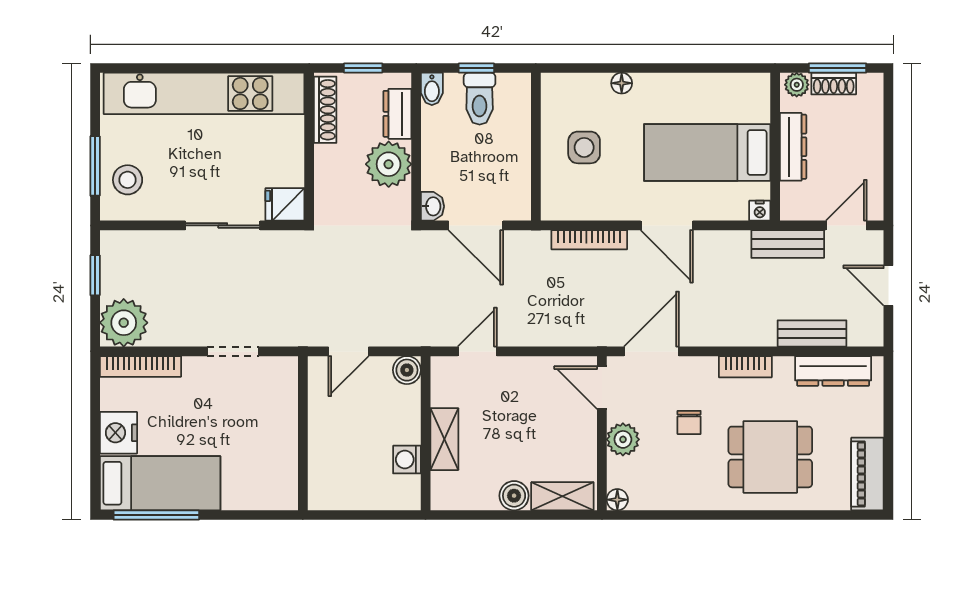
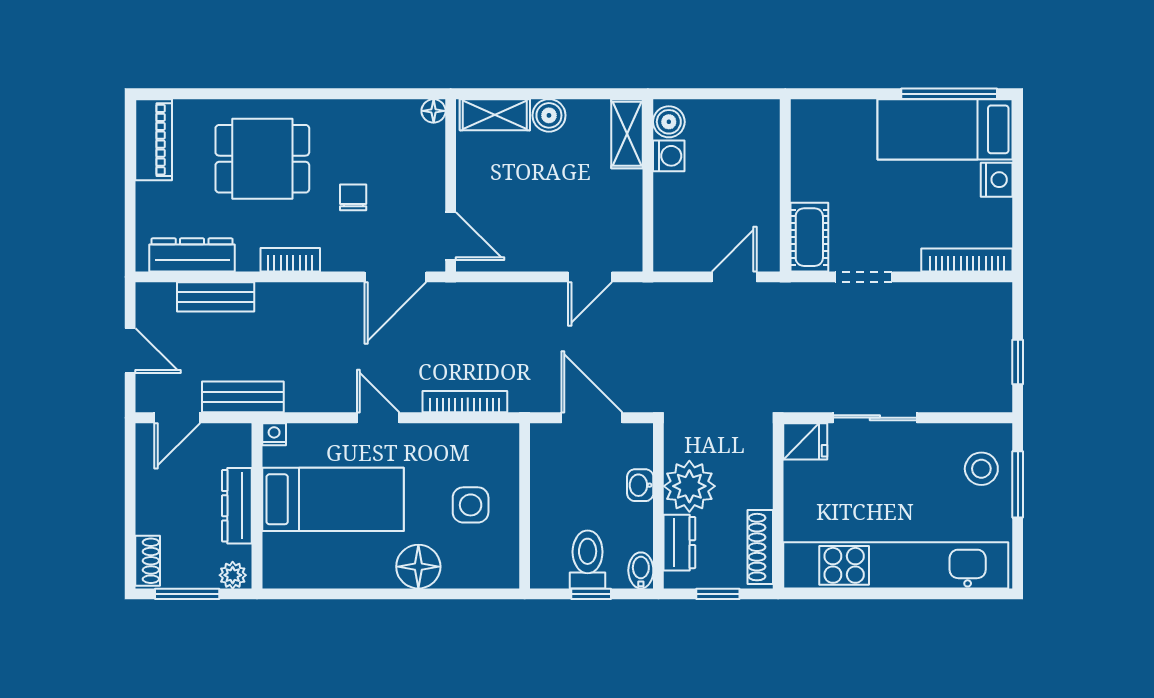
floor lamp: (622, 83) -> (418, 567), width x1.89, depth x1.89
shoe rack: (834, 84) -> (148, 561), moved, turned 90
washbasin: (432, 206) -> (640, 485), moved
door: (667, 225) -> (378, 418), width x0.73
plant: (124, 323) -> (986, 309), removed
boiler: (407, 370) -> (669, 122), moved
cot: (281, 387) -> (809, 237), added
nightstand: (118, 433) -> (997, 180), width x0.74, depth x0.75
shelving: (444, 439) -> (627, 134), moved
plant: (623, 439) -> (427, 178), removed

